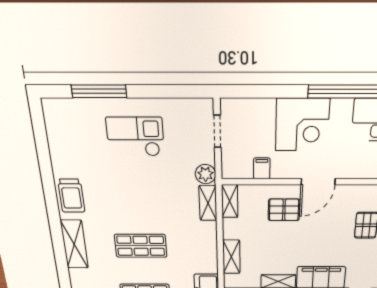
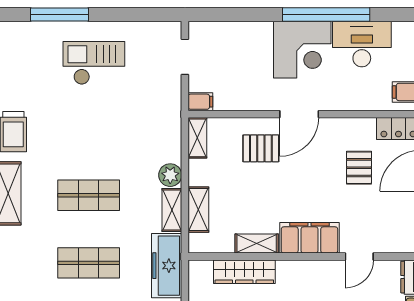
corner desk: (302, 125) -> (302, 50), moved
filing cabinet: (262, 168) -> (200, 102), moved, turned 90
plant: (205, 174) -> (170, 175), moved
shelving: (208, 203) -> (172, 210), moved

